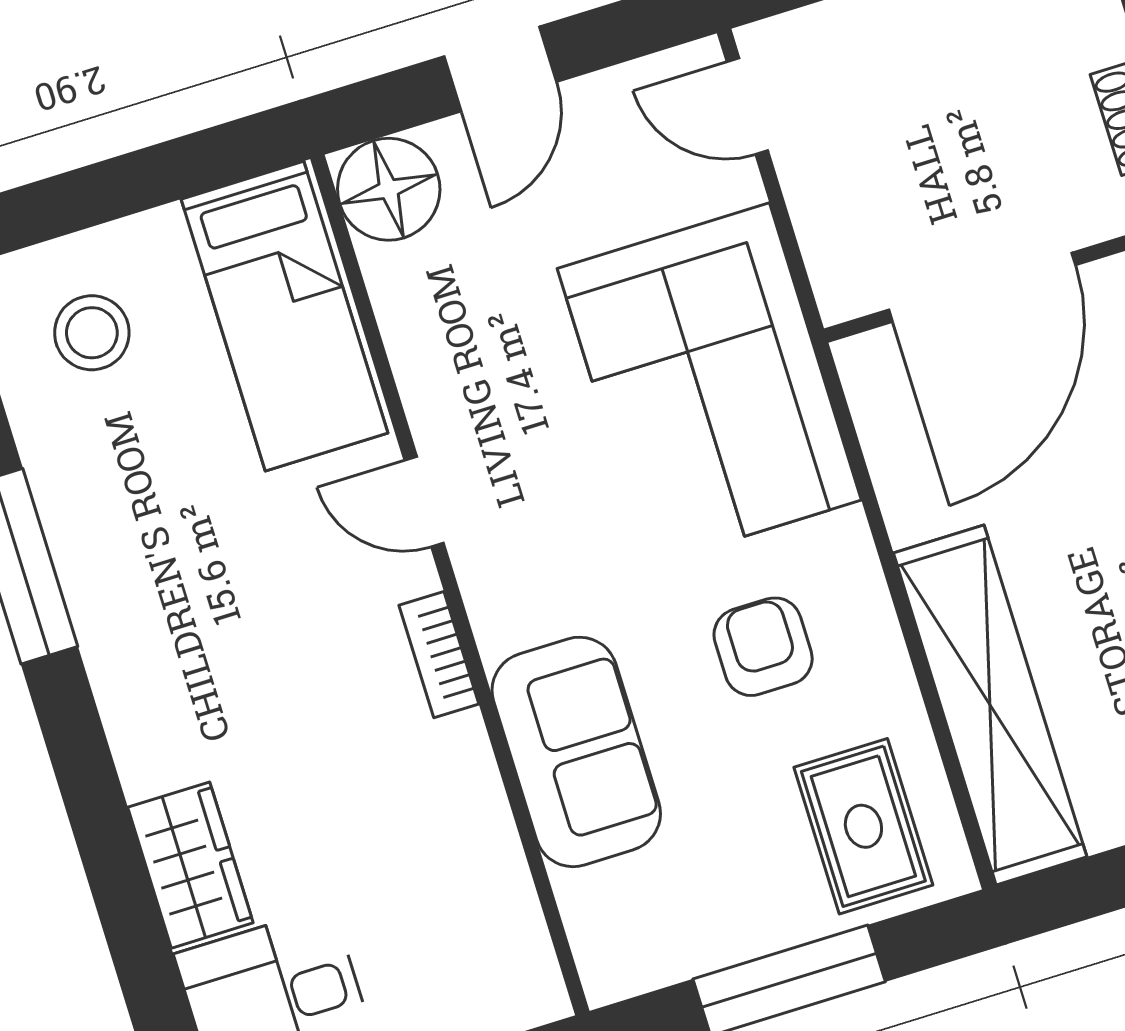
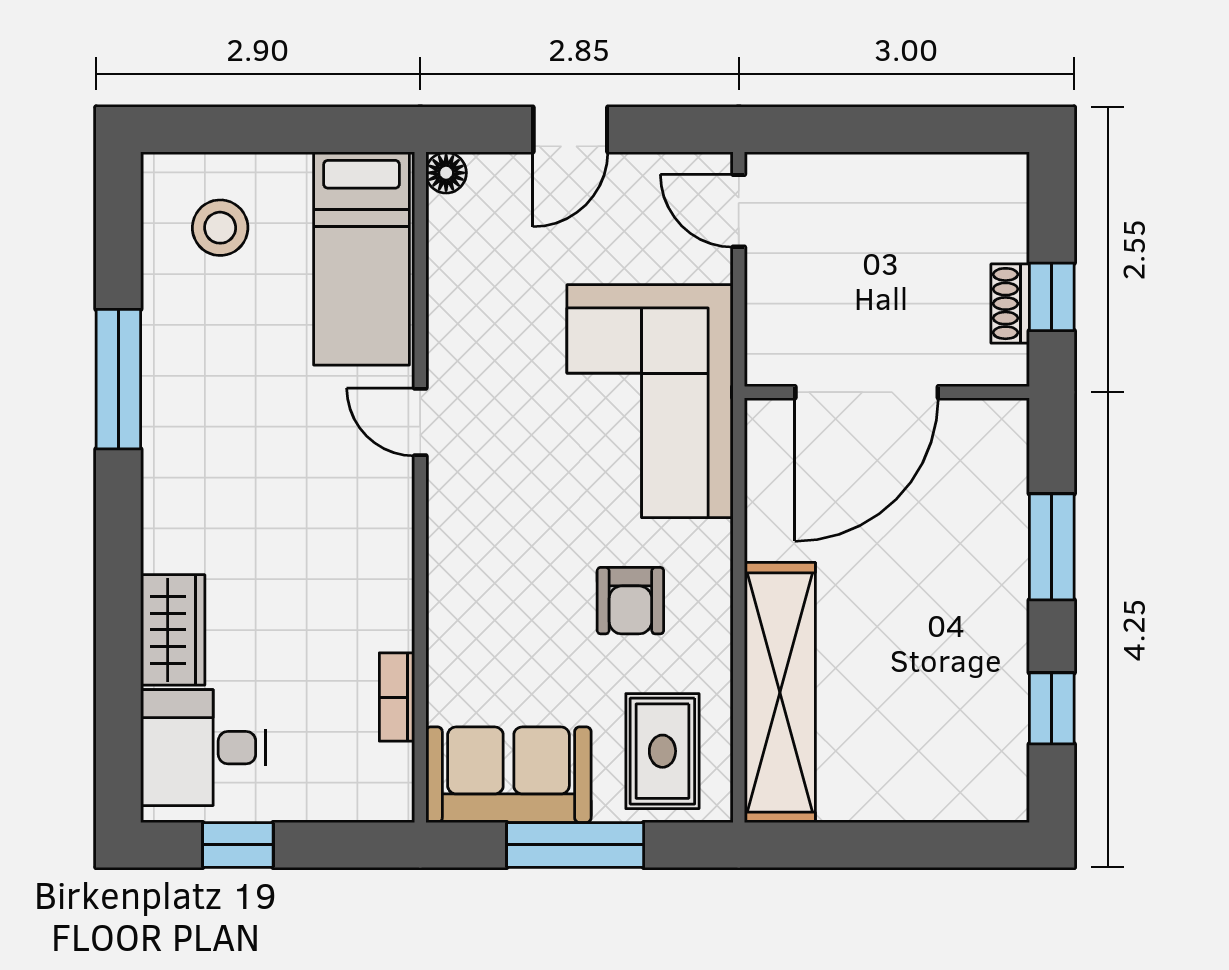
floor lamp: (389, 189) -> (446, 173), width x0.53, depth x0.53
armchair: (763, 647) -> (630, 601), turned 180
bookcase: (439, 655) -> (397, 697), moved
sofa: (576, 752) -> (508, 775), moved, turned -90

